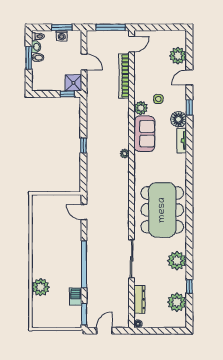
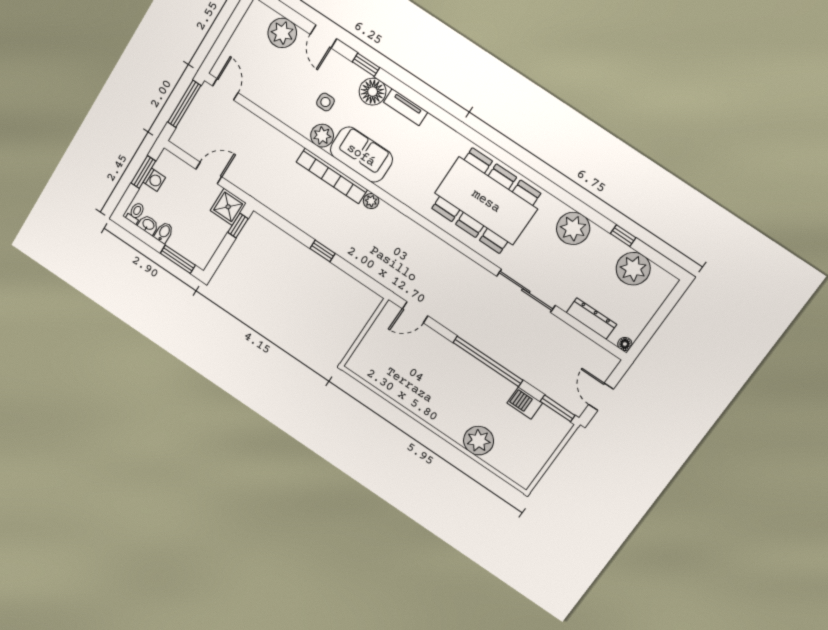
window: (29, 58) -> (178, 259), moved
bookcase: (124, 76) -> (332, 176), moved

